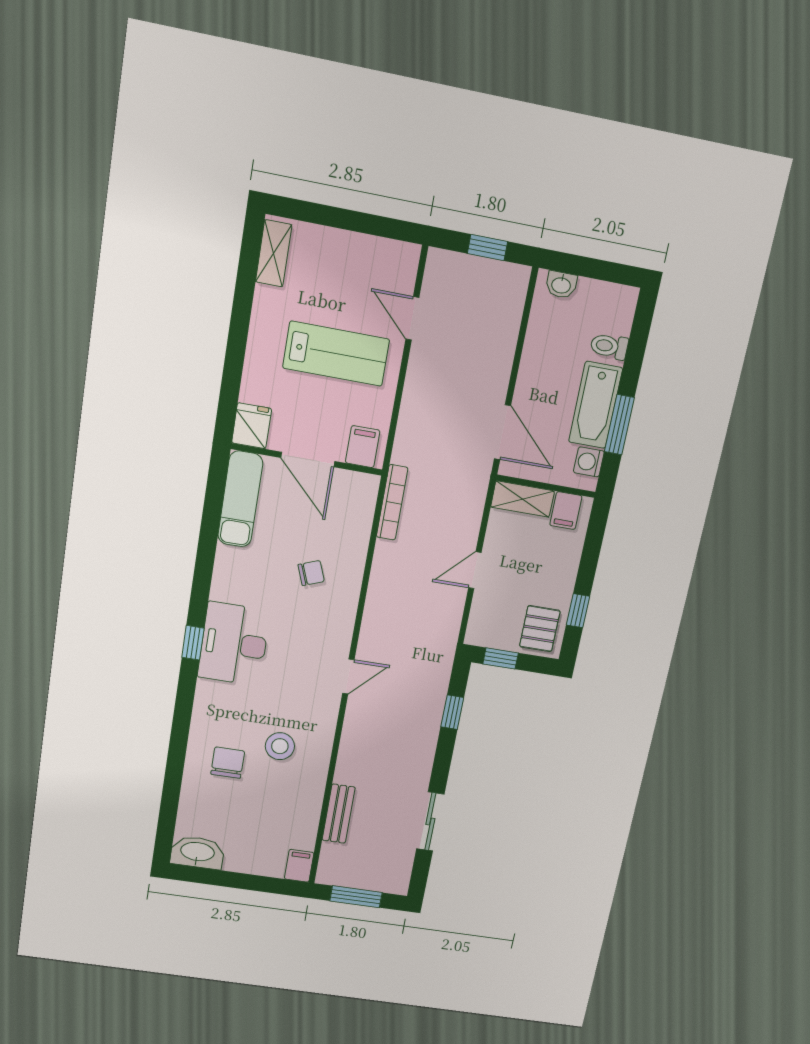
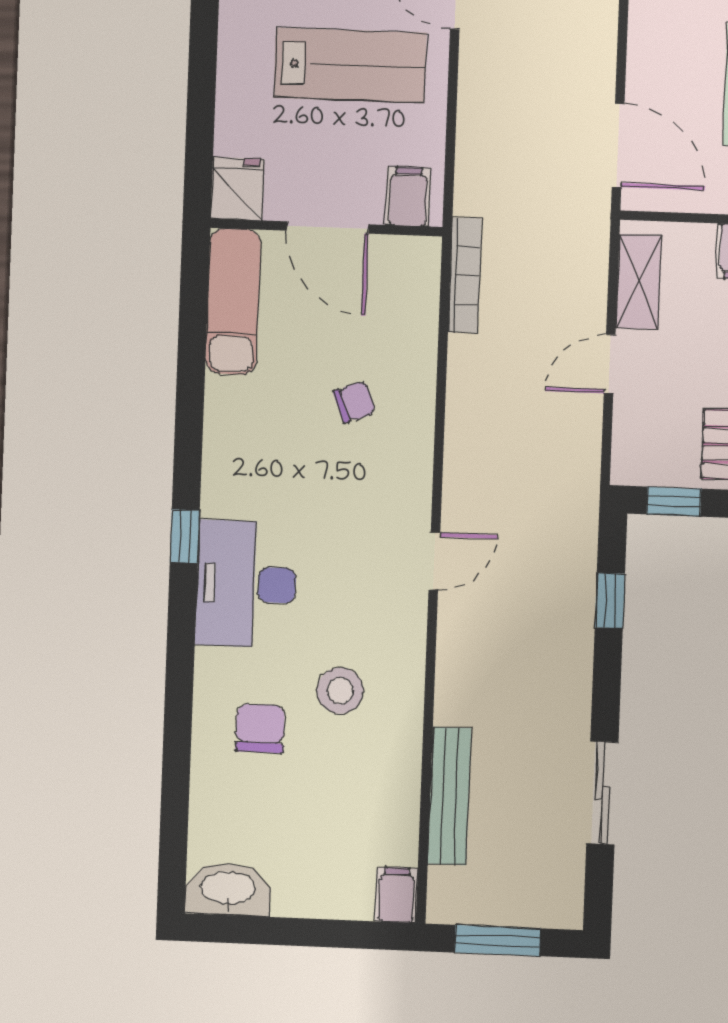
shelving: (523, 499) -> (639, 282), moved, turned 90
desk: (234, 644) -> (246, 584), moved
bench: (339, 814) -> (449, 796), width x1.36

